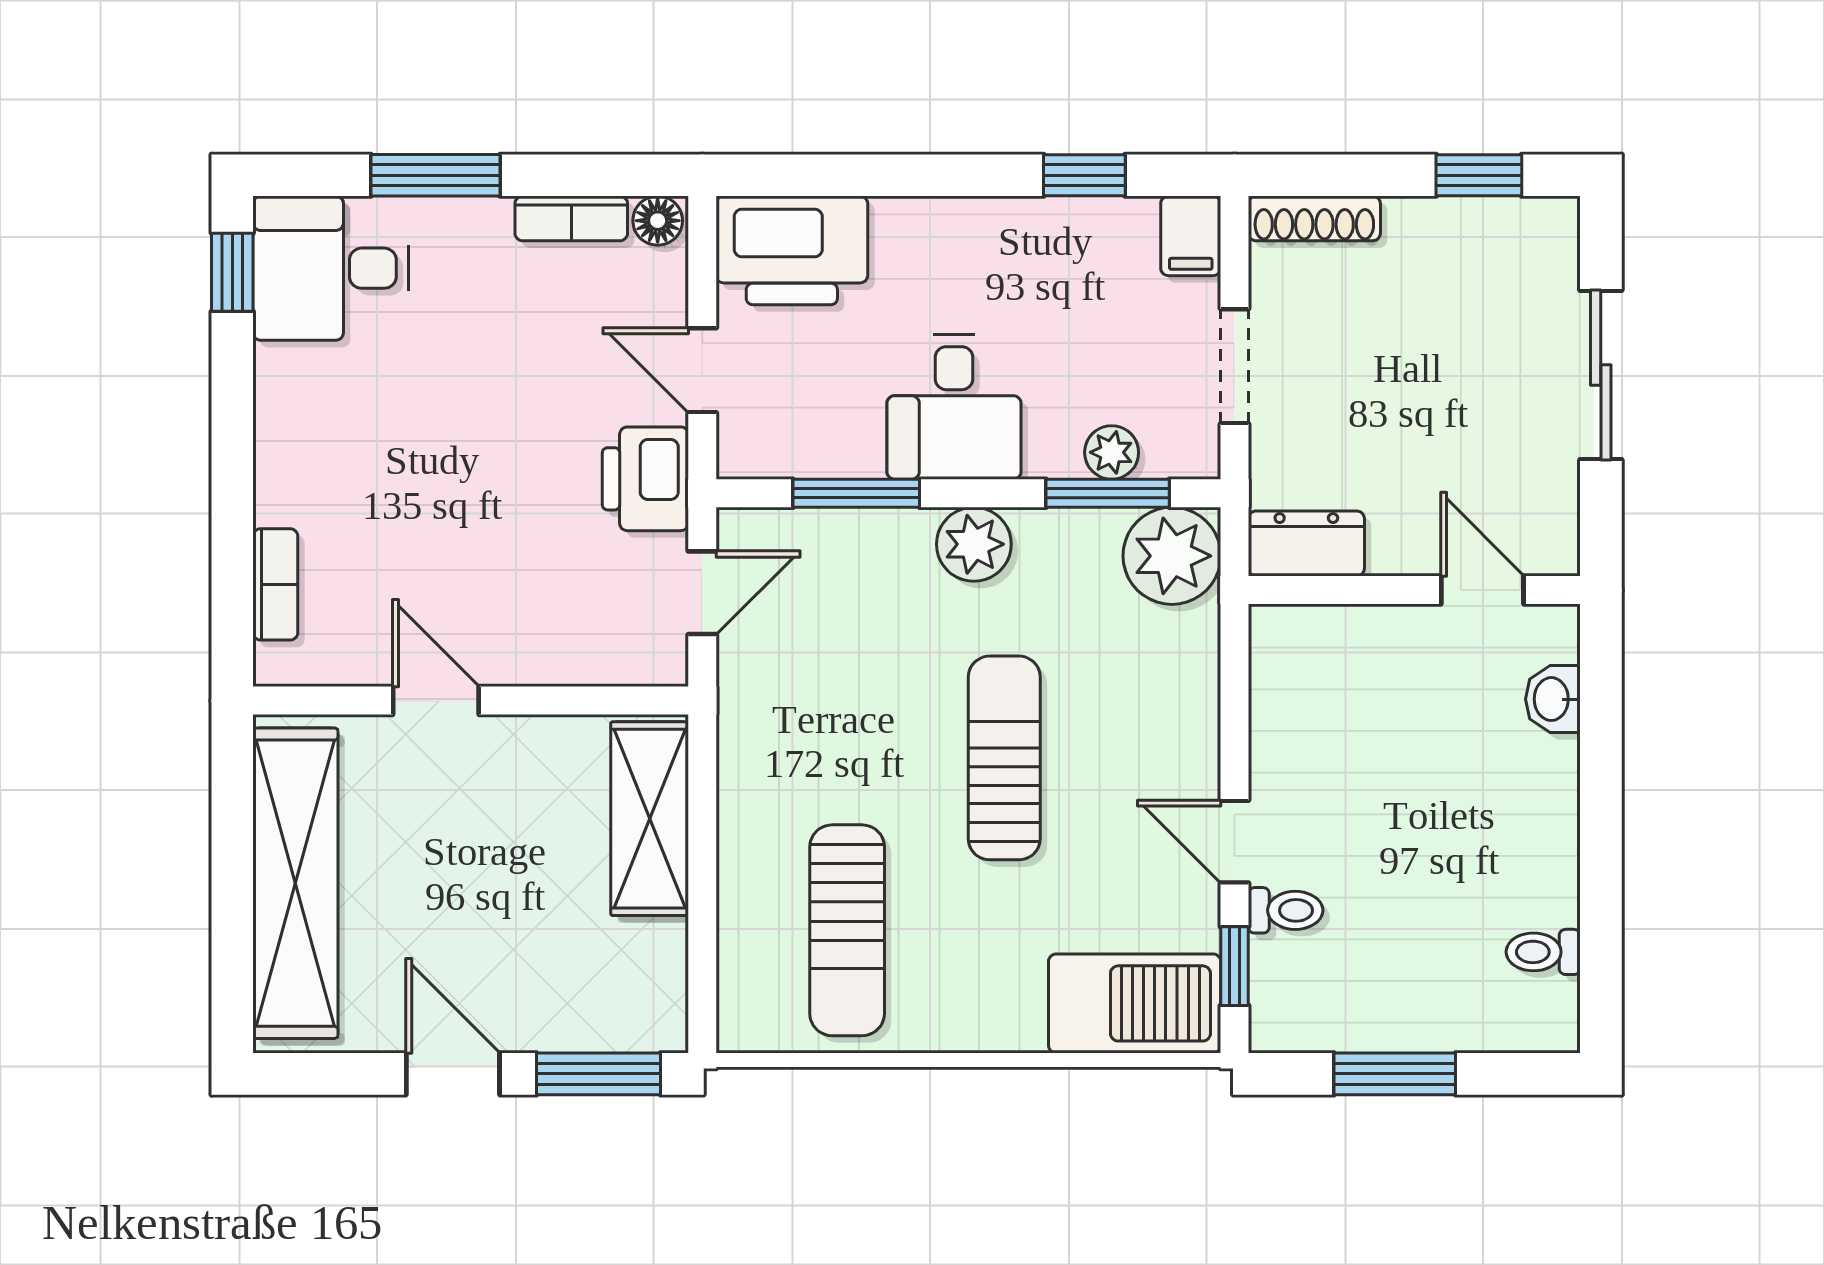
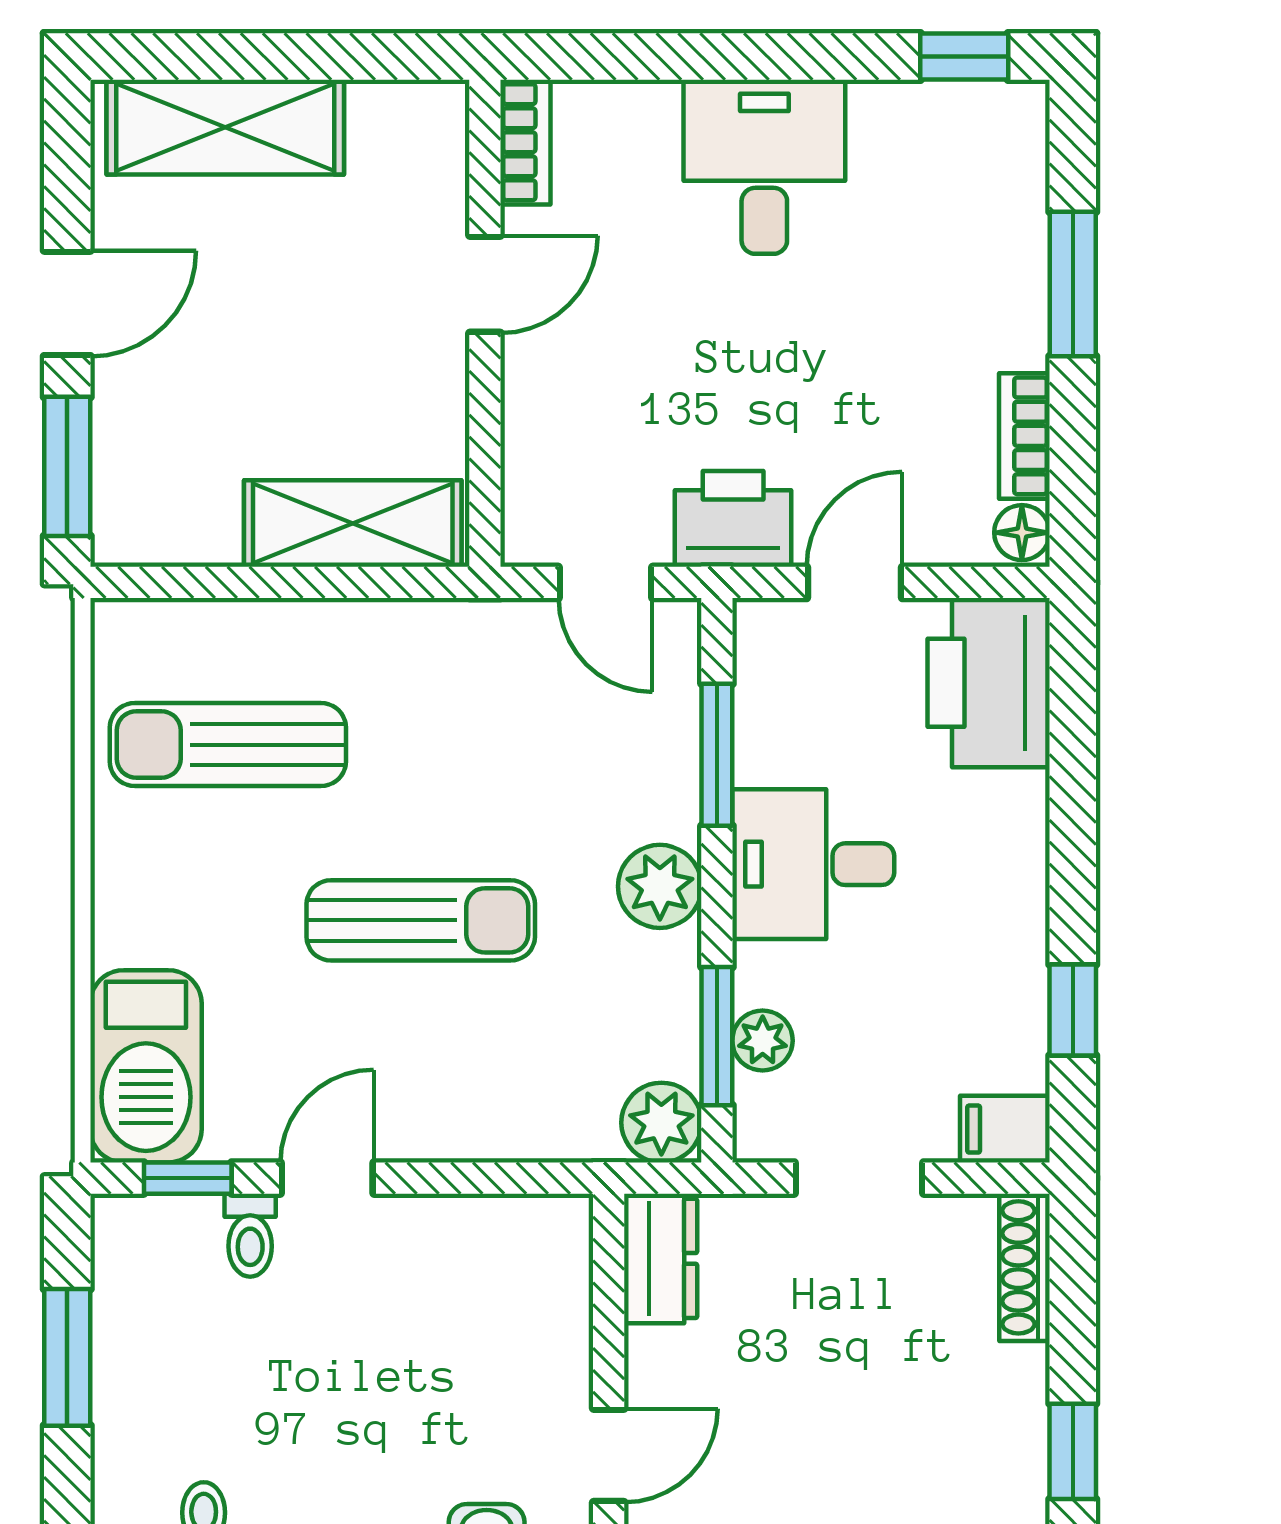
desk: (331, 268) -> (764, 167), moved
plant: (1172, 556) -> (661, 1123), width x0.73, depth x0.73
bookcase: (275, 584) -> (525, 142), moved, turned -90
shelving: (295, 883) -> (225, 127), width x0.68

